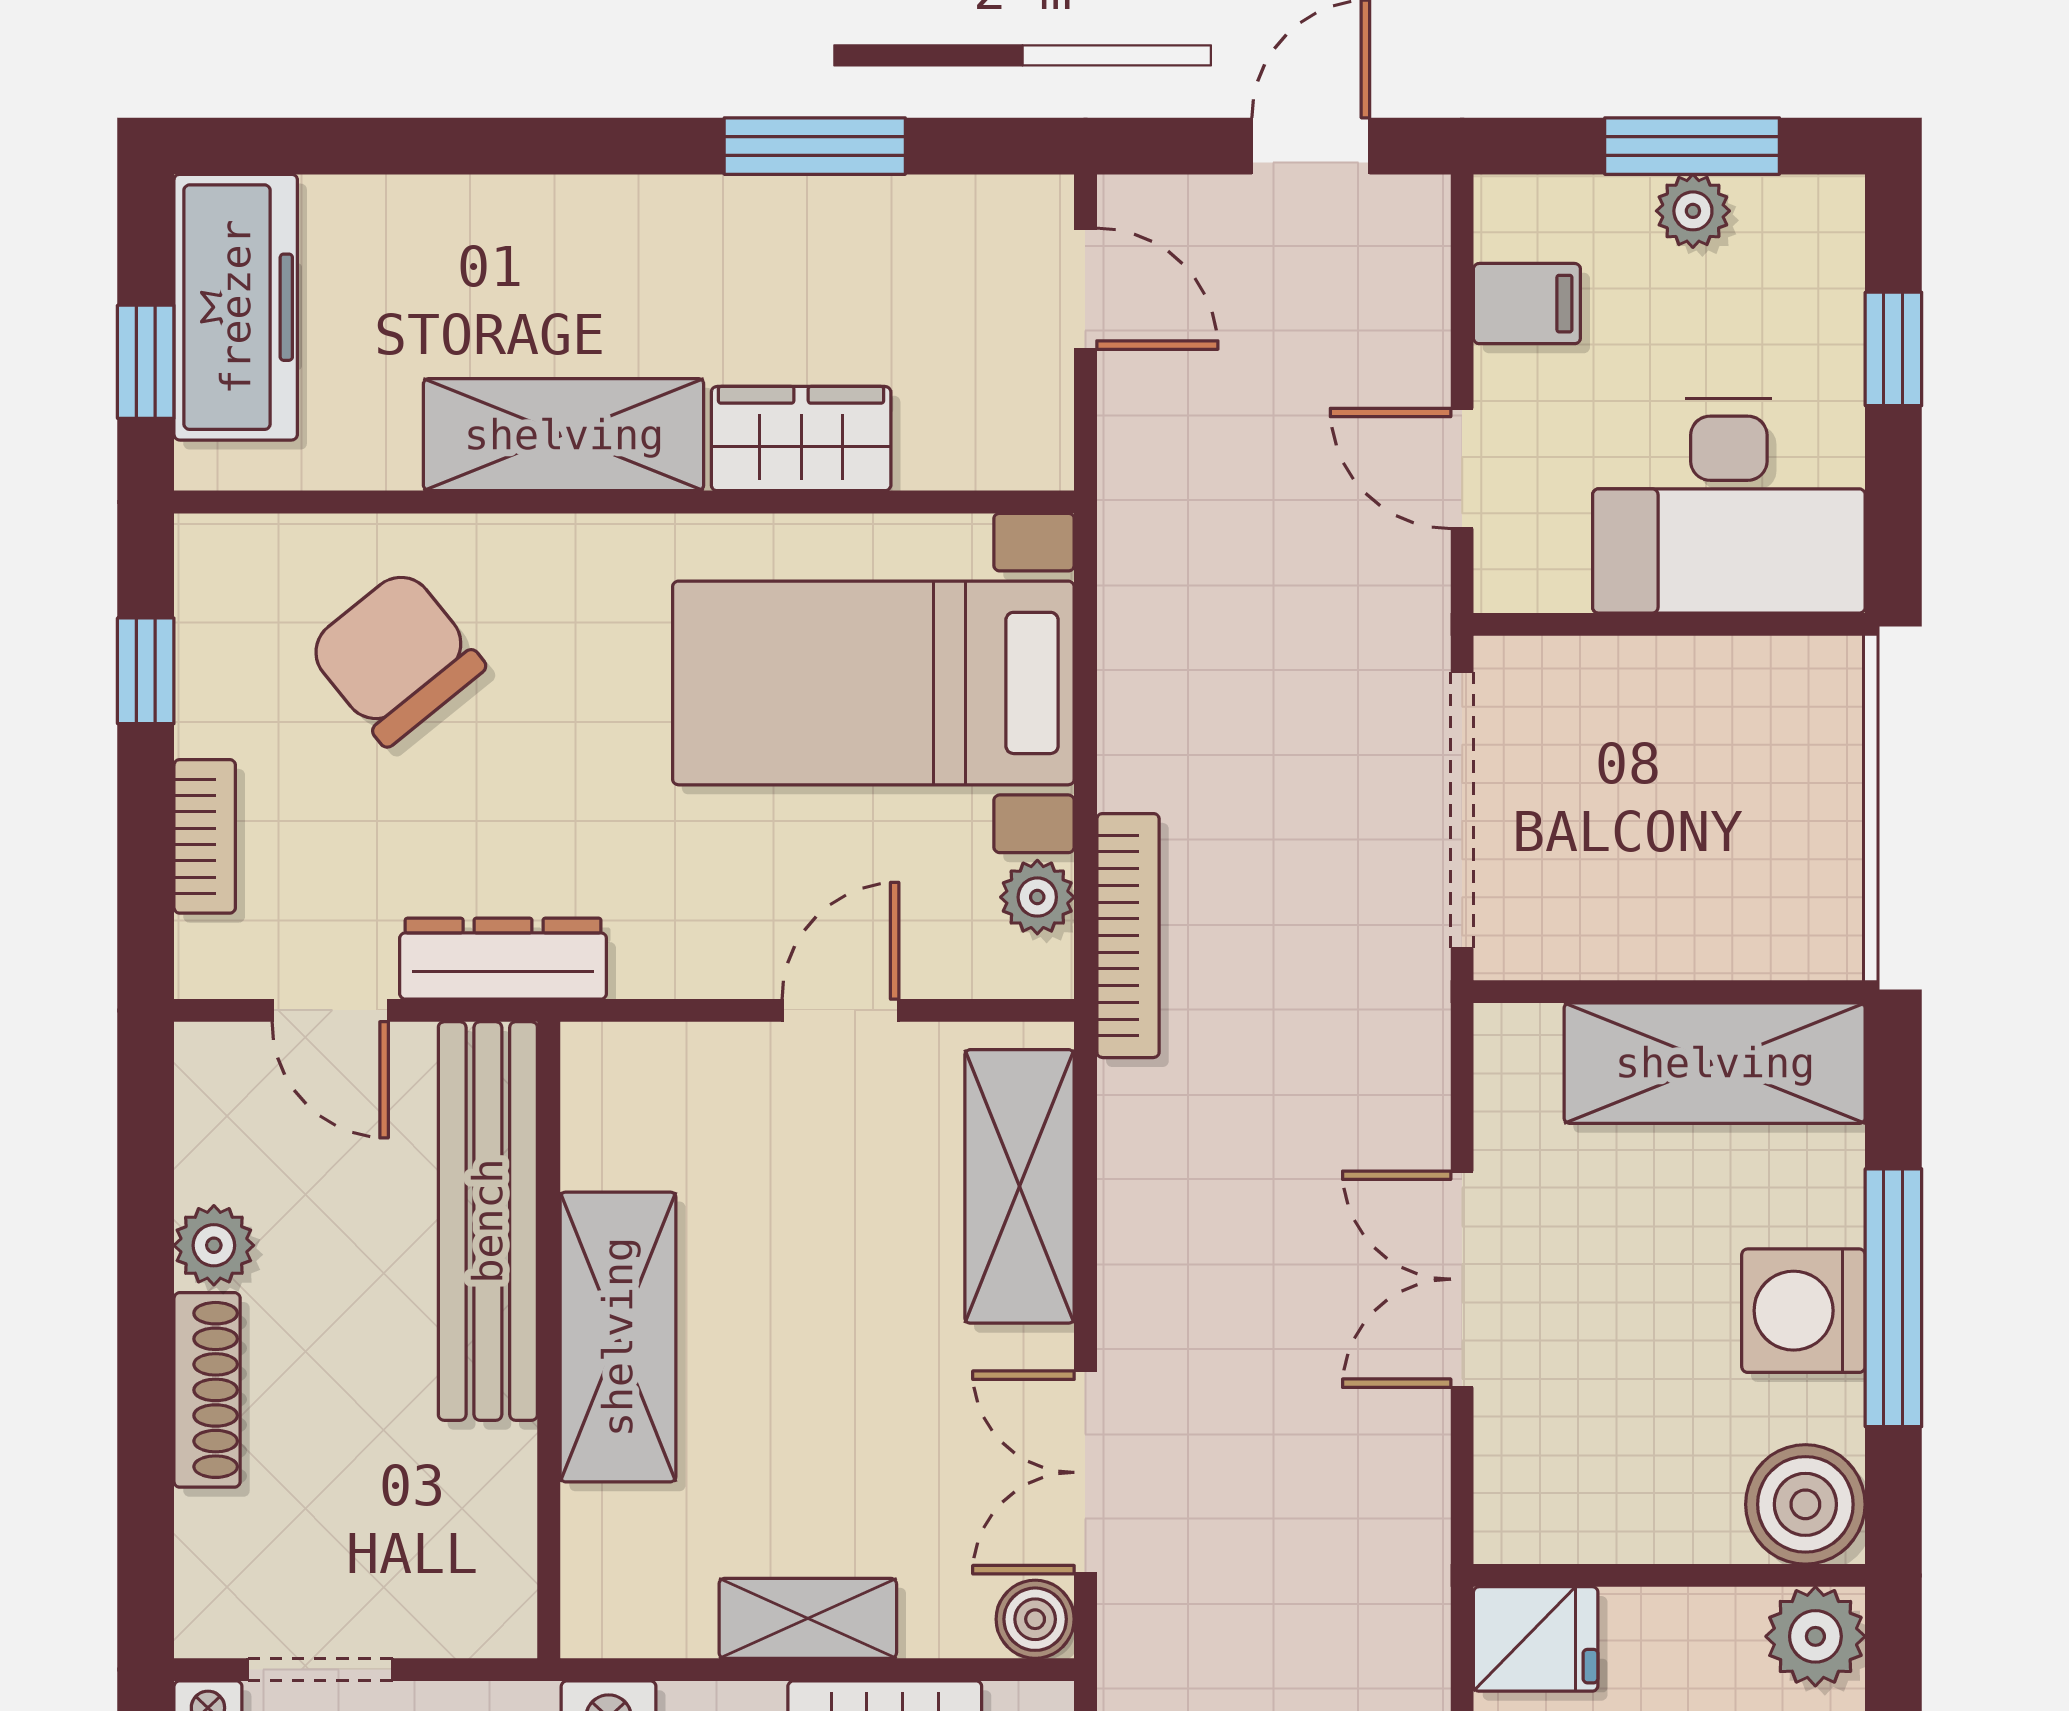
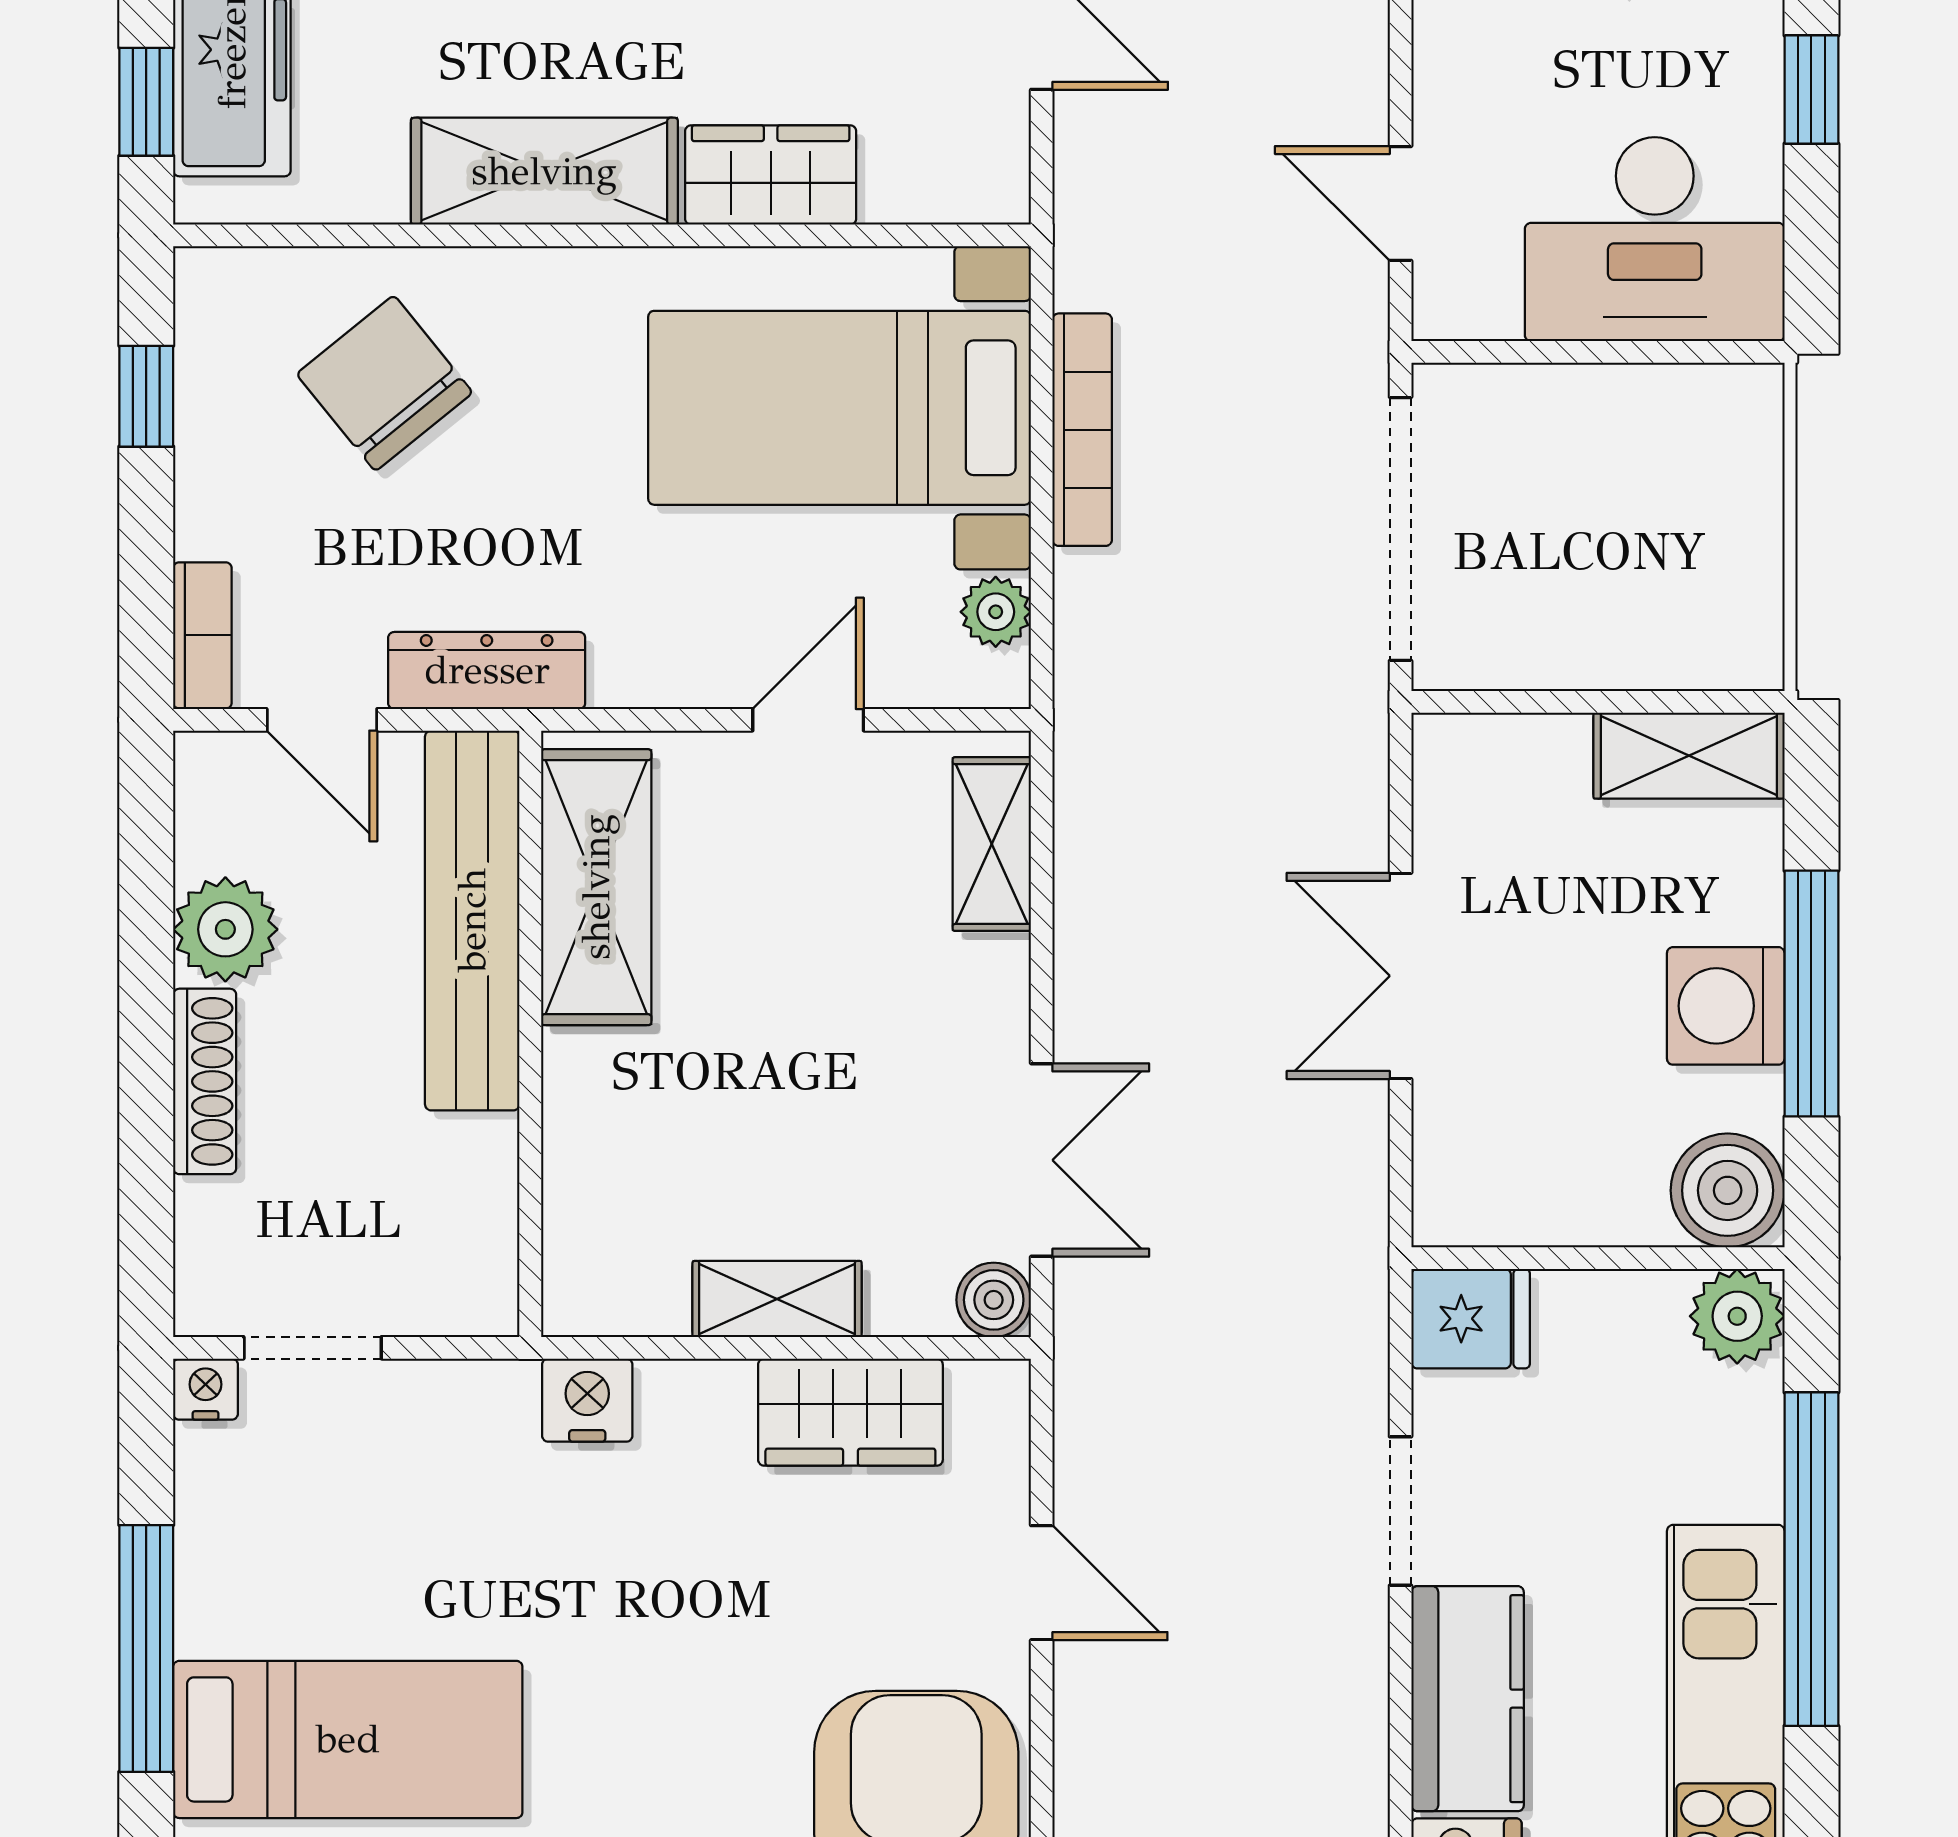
filing cabinet: (1527, 304) -> (1462, 46), removed
bookcase: (205, 836) -> (202, 635), moved
bookcase: (1128, 936) -> (1082, 430), moved
shelving: (1715, 1063) -> (1689, 756), width x0.67, depth x0.75
shelving: (1019, 1186) -> (992, 844), width x0.67, depth x0.75
plant: (214, 1245) -> (225, 929), width x1.38, depth x1.38
shelving: (618, 1337) -> (596, 887), moved
double door: (1085, 1472) -> (1042, 1160), swing flipped

